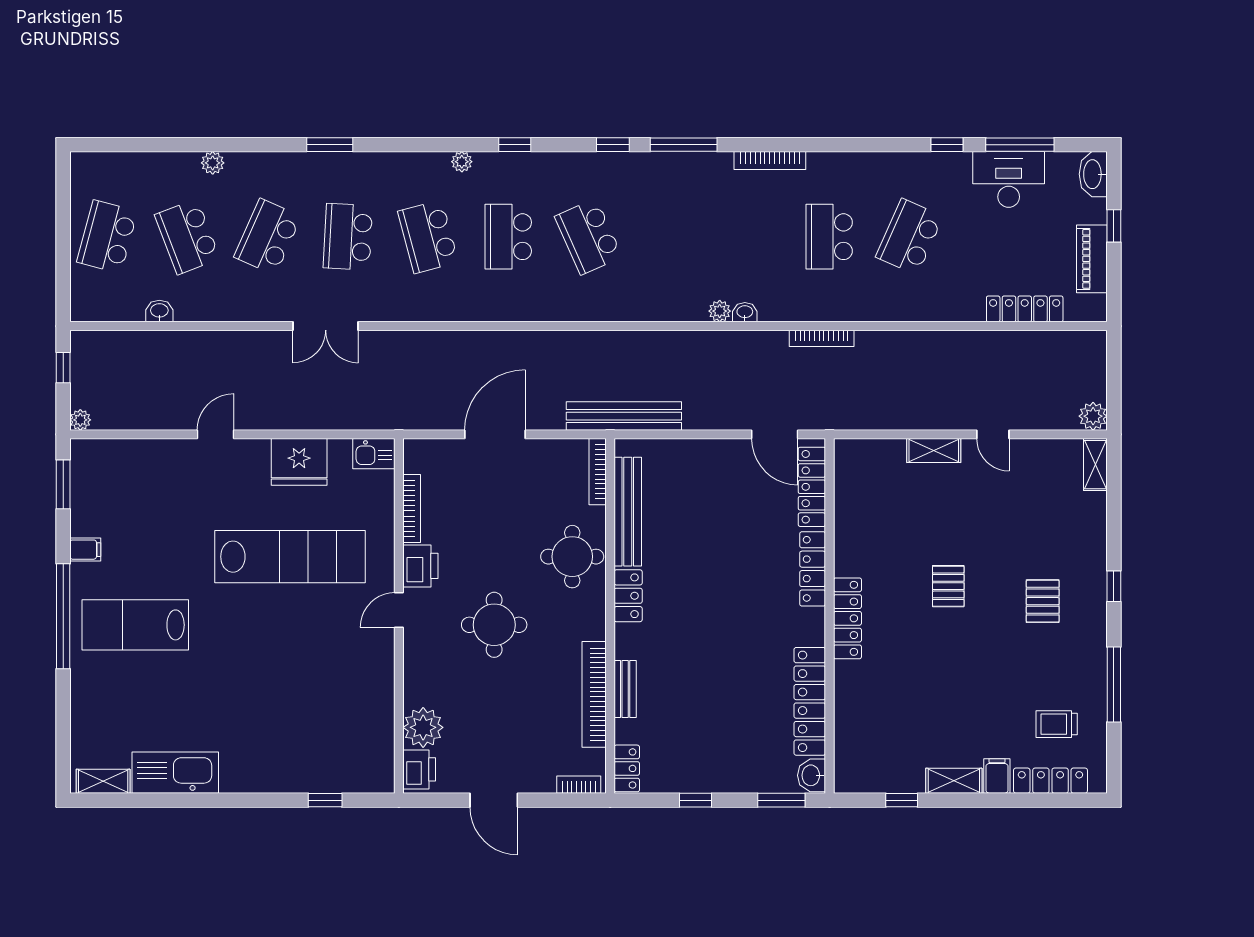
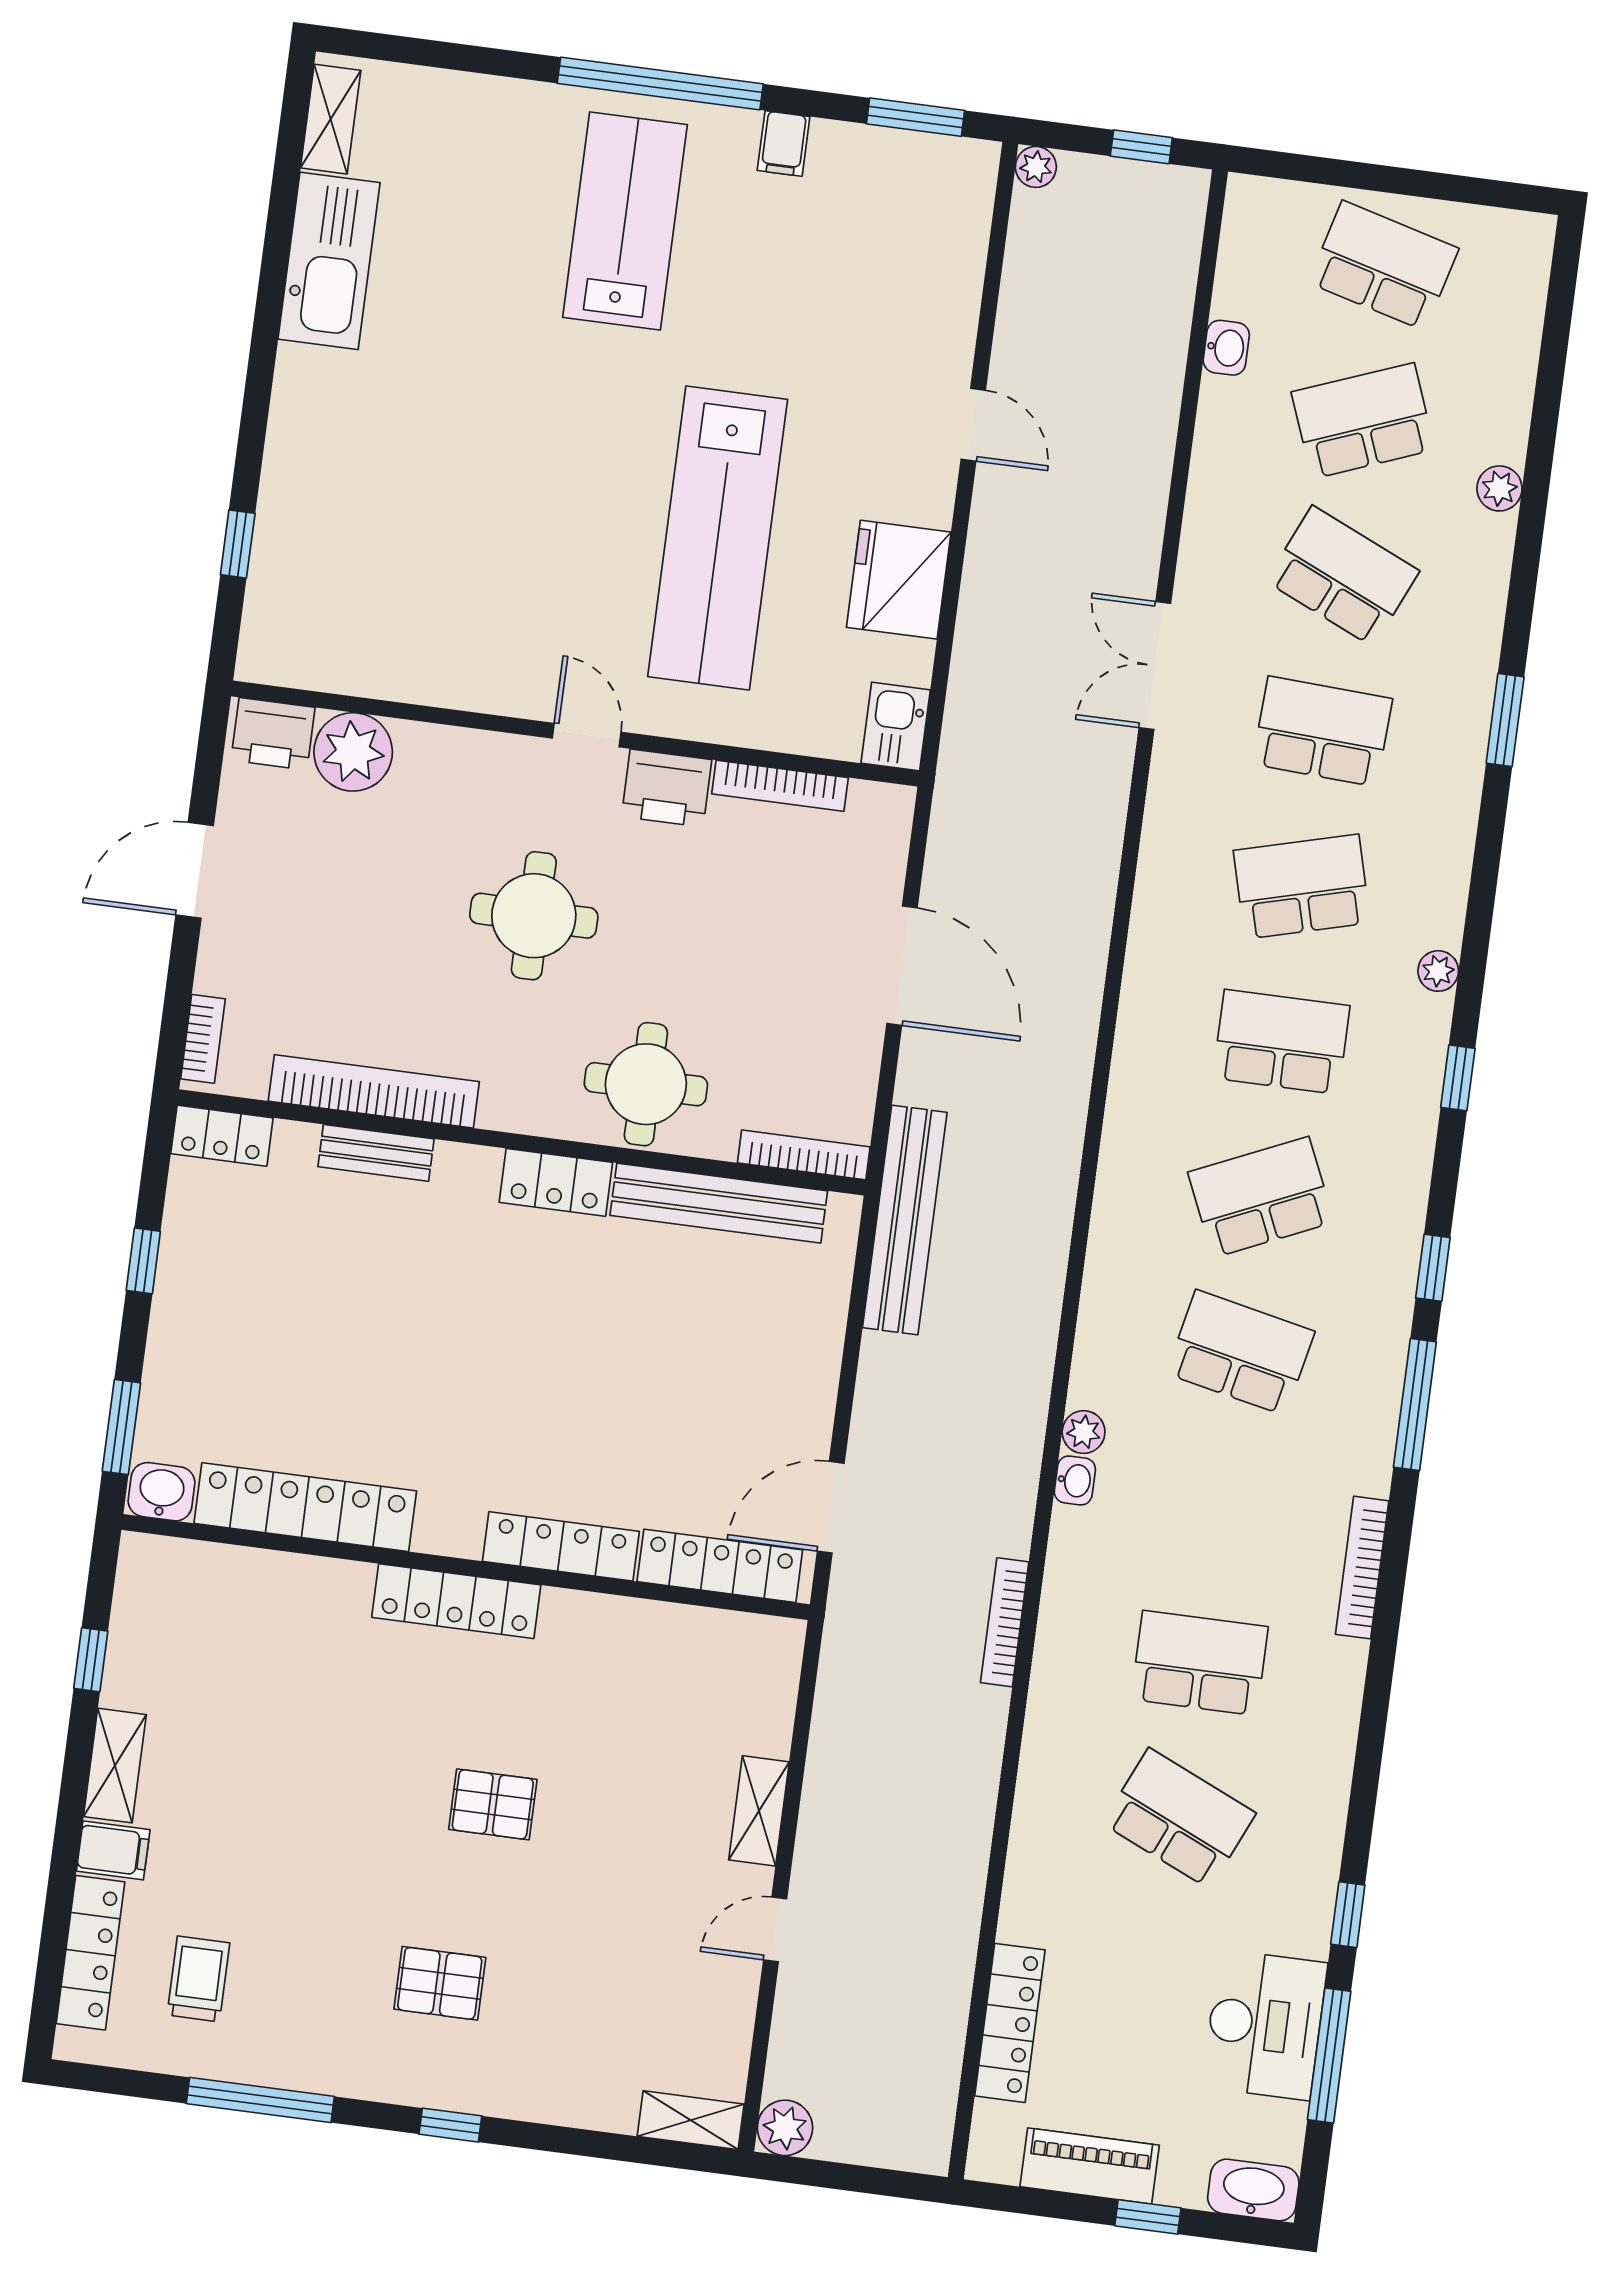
school desk: (669, 237) -> (1240, 1352), added

